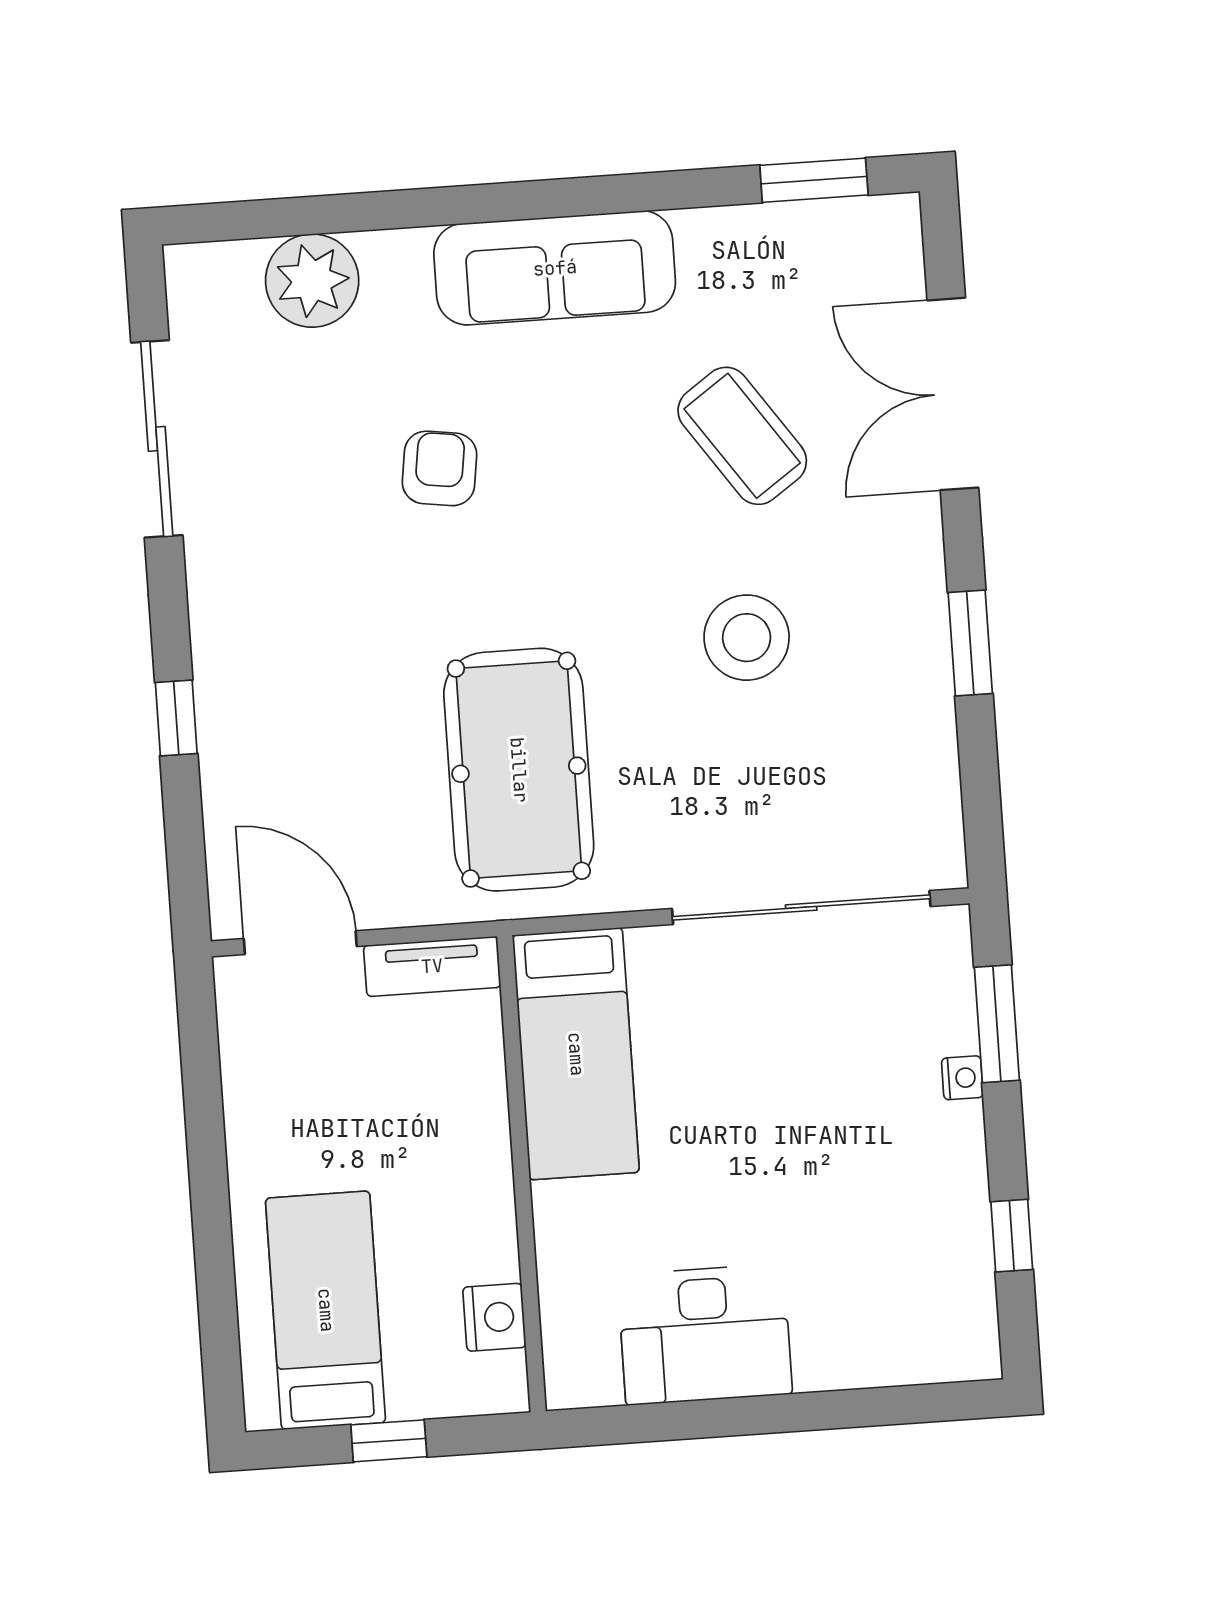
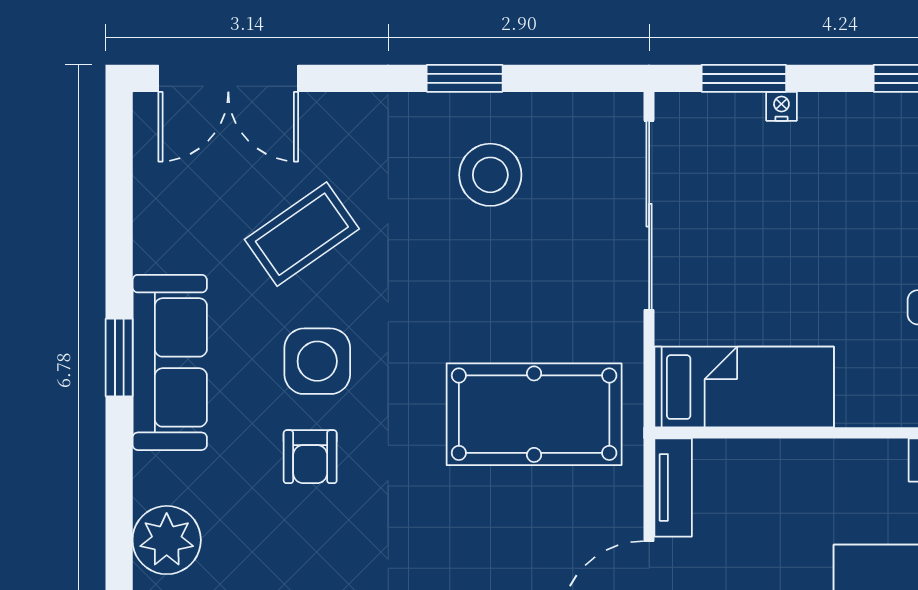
window: (814, 180) -> (119, 357), moved
double door: (953, 394) -> (228, 78), moved
armchair: (439, 468) -> (310, 457), turned -98
side table: (570, 469) -> (317, 361), added
stool: (747, 638) -> (490, 175), moved

